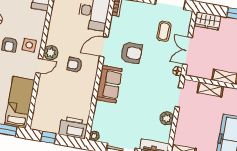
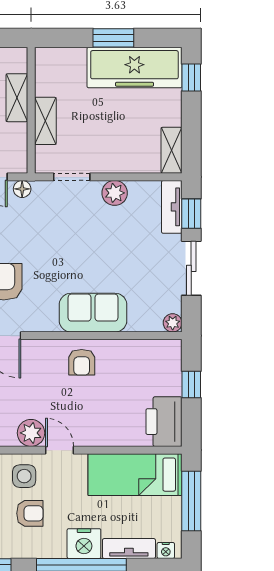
armchair: (75, 65) -> (82, 362), moved
sofa: (109, 84) -> (93, 313), moved
printer: (73, 128) -> (164, 422), moved
window: (49, 138) -> (191, 384), moved

